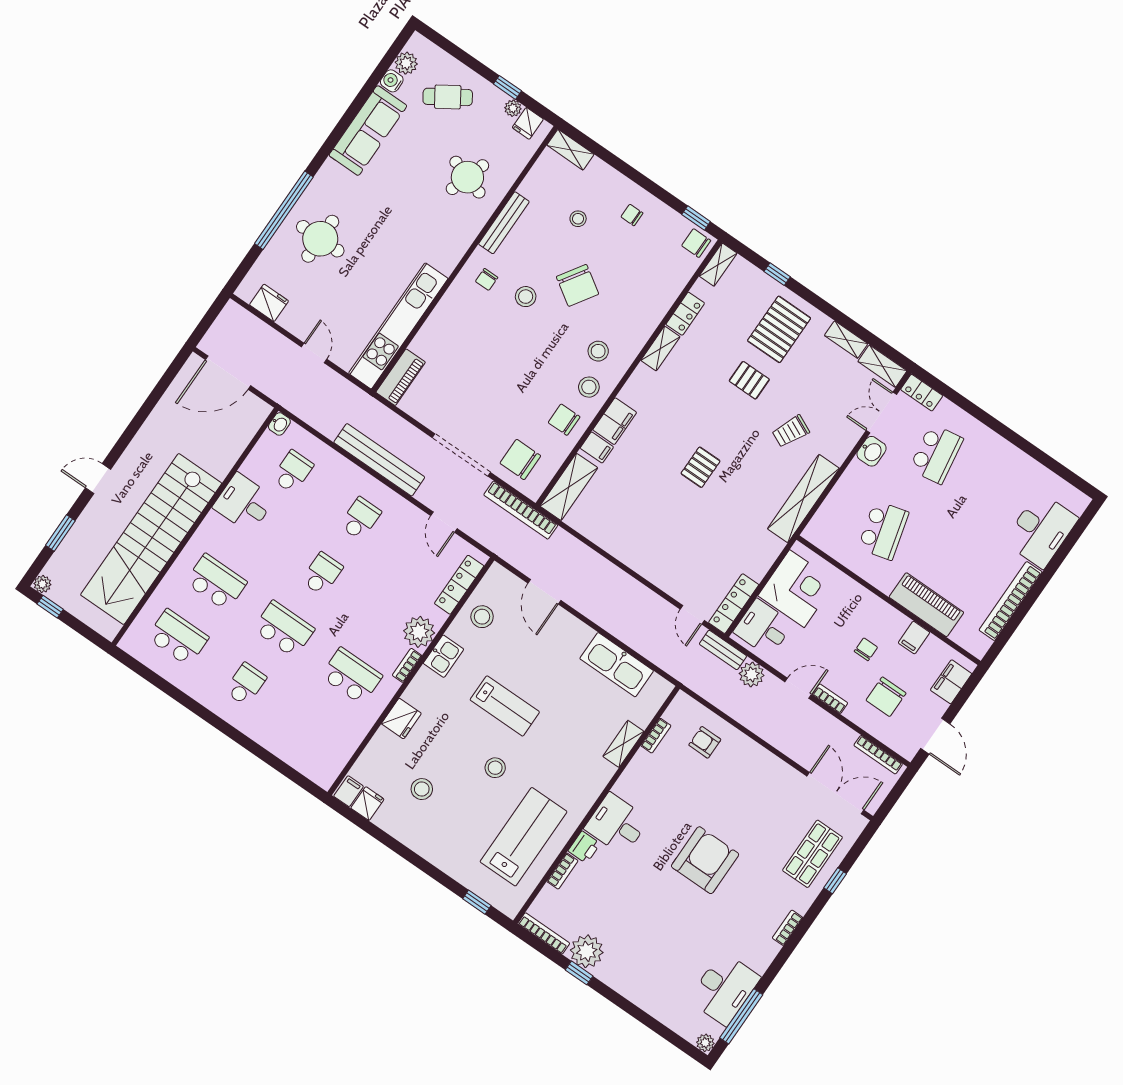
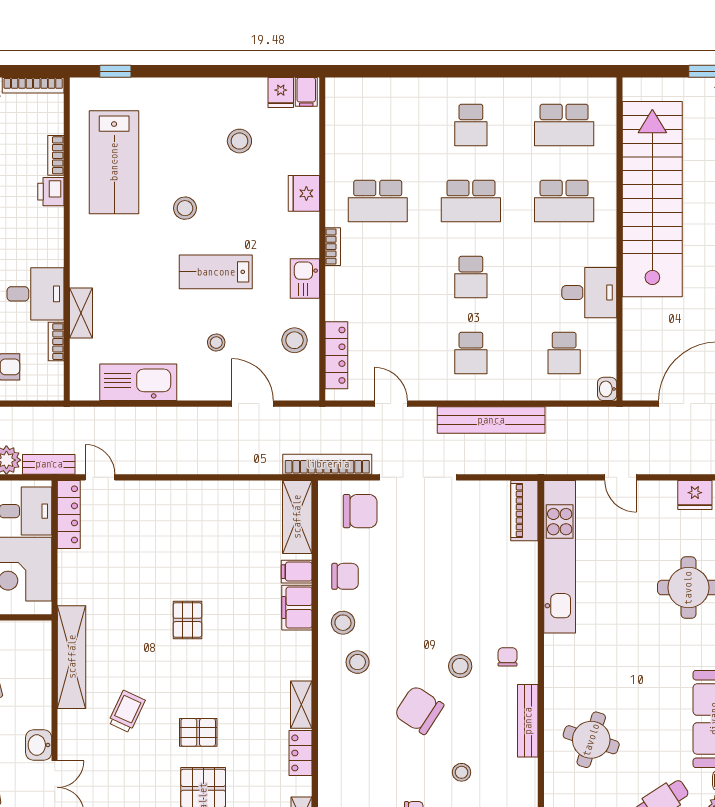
plant: (419, 632) -> (343, 286), removed
stool: (540, 654) -> (216, 343), added
desk: (617, 824) -> (35, 294), moved

